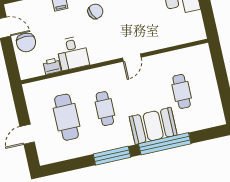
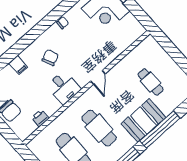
desk: (73, 53) -> (64, 87), moved
cafe table: (105, 109) -> (99, 128), width x1.37, depth x1.35

